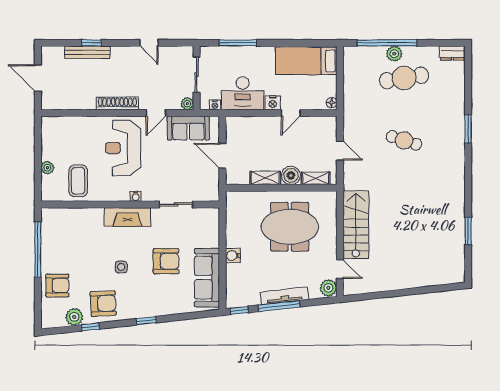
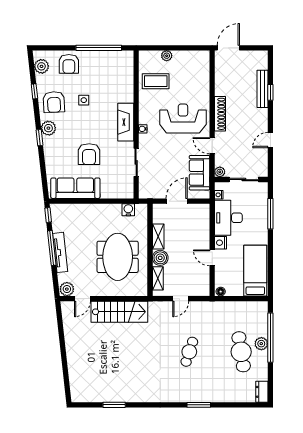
door: (38, 78) -> (228, 48), moved
water cooler: (233, 256) -> (128, 210), moved
side table: (121, 267) -> (84, 100), moved
plant: (135, 310) -> (48, 128), added
plant: (74, 317) -> (41, 66), moved

